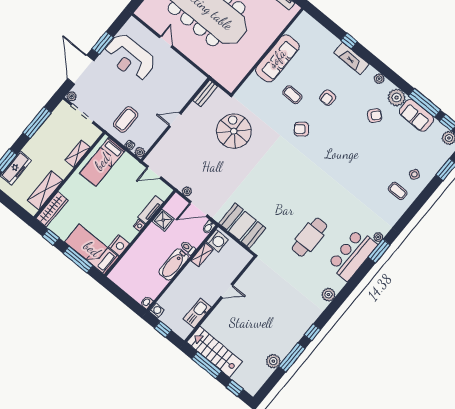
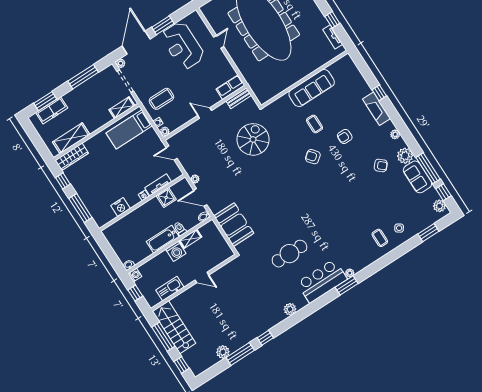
row of seats: (193, 85) -> (230, 87), added
shelving: (78, 154) -> (122, 108), moved
washing machine: (217, 241) -> (176, 251), moved
bed: (92, 249) -> (95, 203), removed

